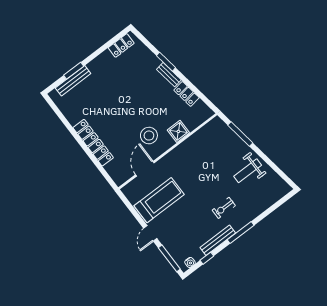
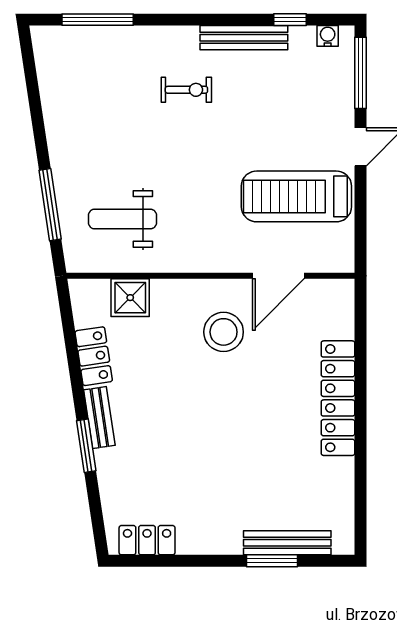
shower: (178, 131) -> (130, 298), moved
weight bench: (248, 171) -> (122, 219), moved, turned 180
window: (241, 232) -> (98, 20), moved

